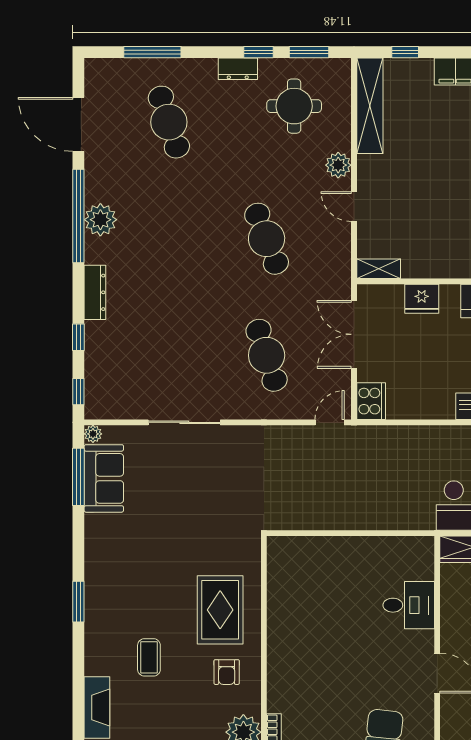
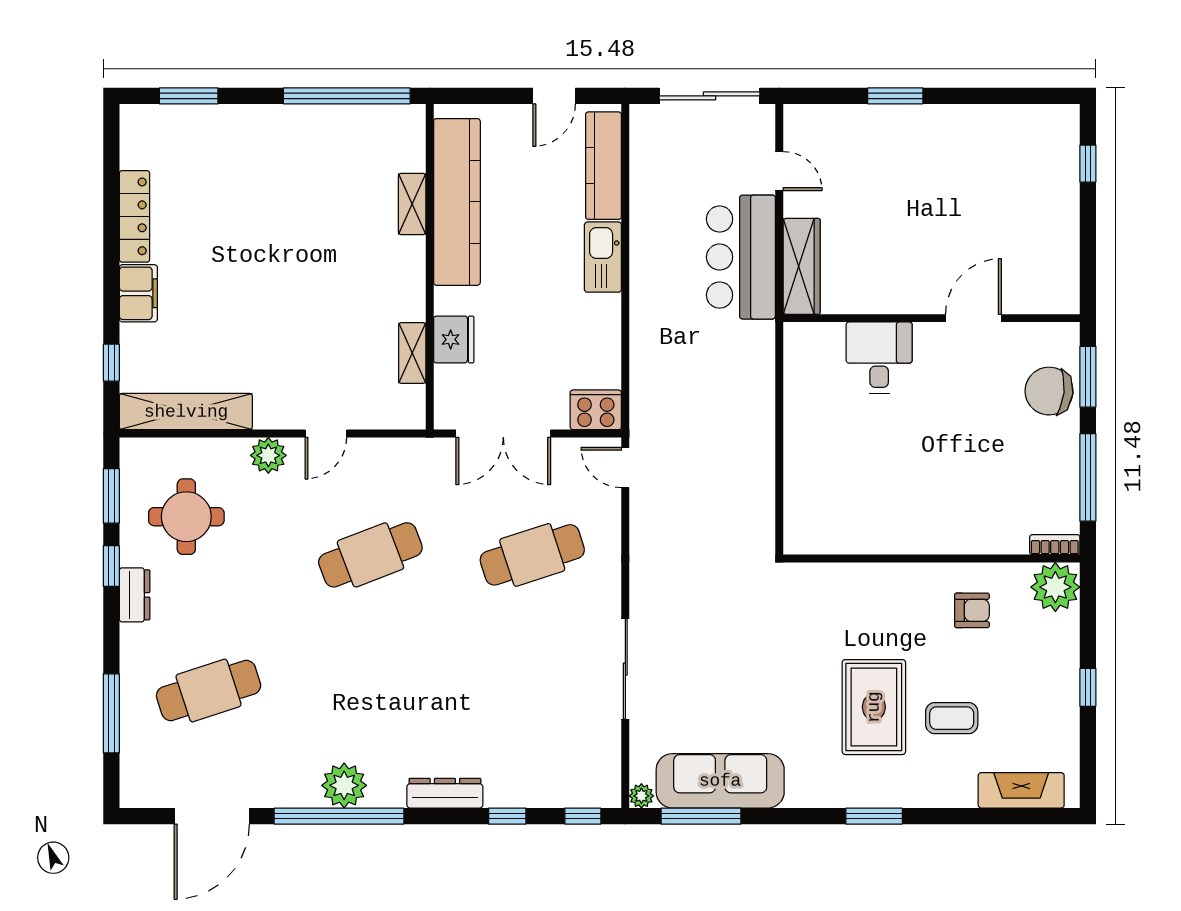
shelving: (379, 269) -> (412, 353), moved
sofa: (104, 478) -> (720, 781), width x1.36
rug: (220, 610) -> (874, 707), moved, turned 90

